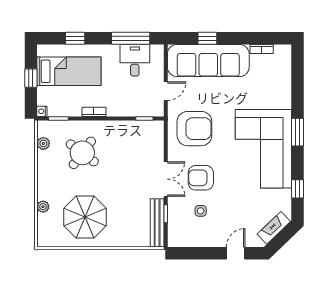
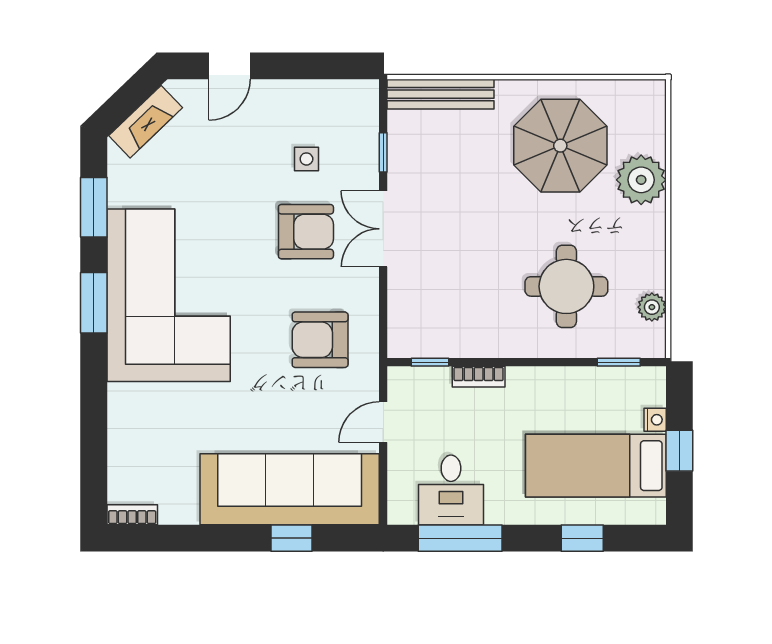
bookcase: (262, 49) -> (132, 515), moved
nightstand: (42, 111) -> (655, 420), moved
bookcase: (94, 112) -> (479, 377), moved
armchair: (194, 129) -> (320, 340), width x0.73, depth x0.73
window: (297, 132) -> (94, 303), moved
round table: (82, 153) -> (566, 286), turned -37
window: (297, 189) -> (94, 207), width x1.50
plant: (43, 207) -> (641, 180), width x1.87, depth x1.87
bench: (157, 223) -> (441, 94), moved, turned 90

